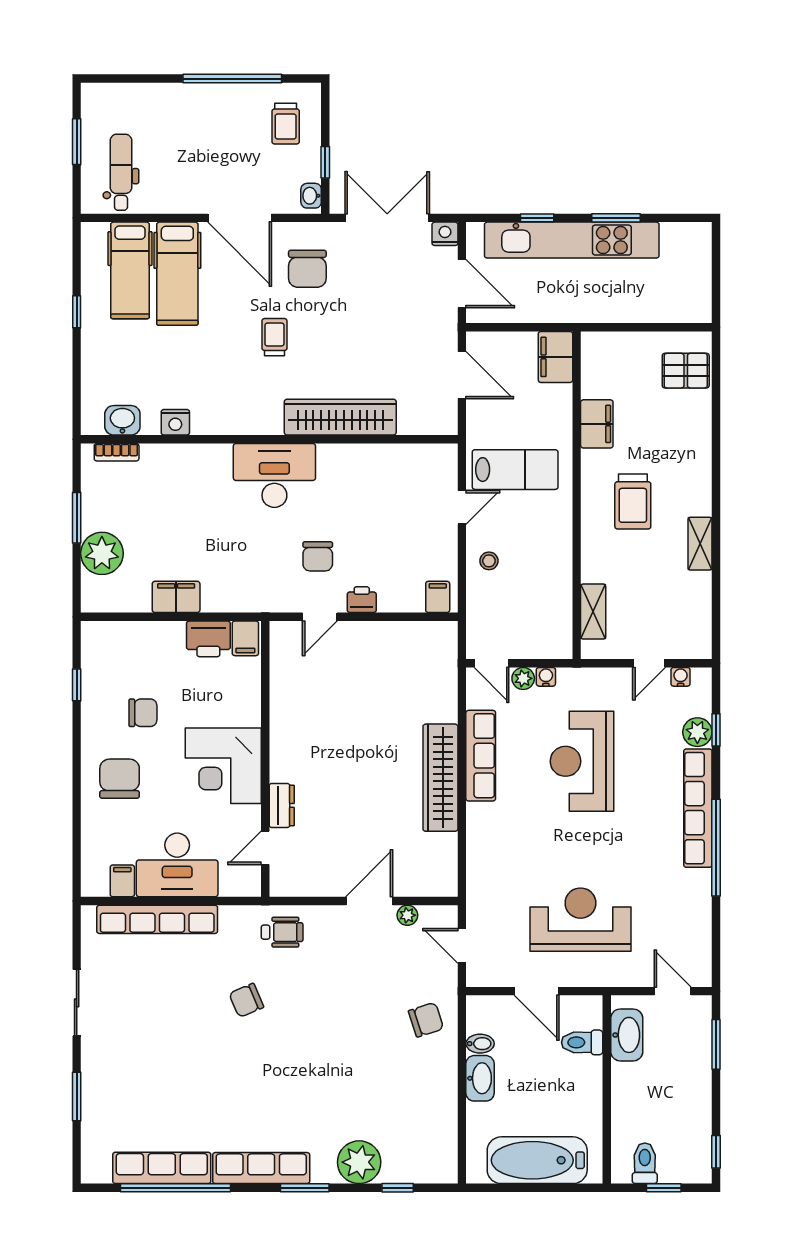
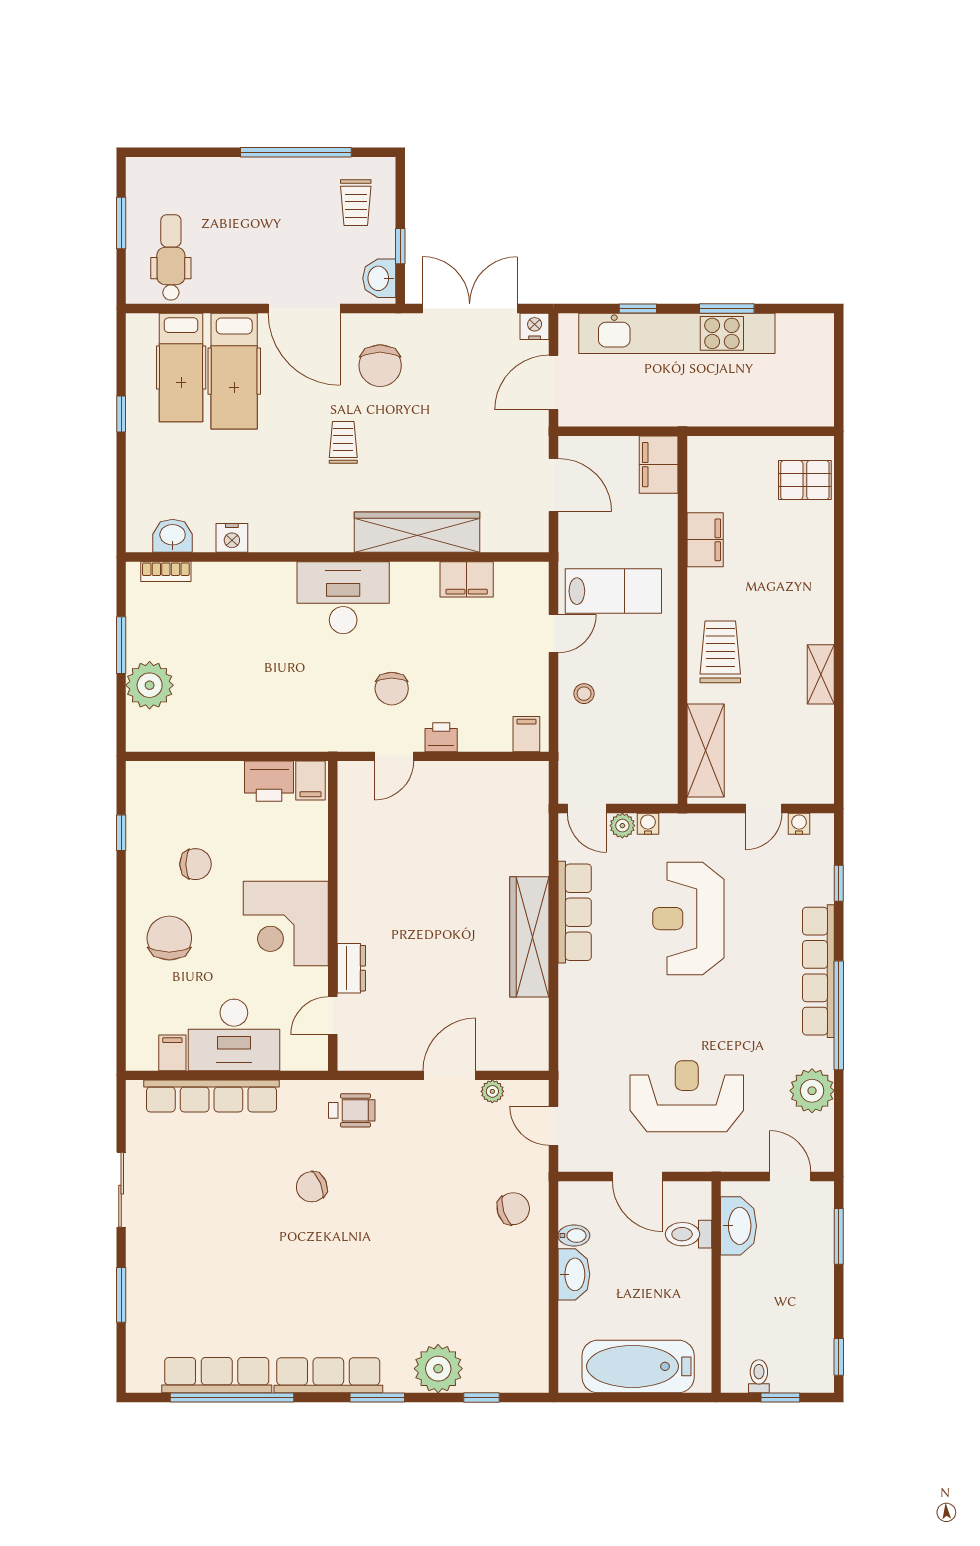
washbasin: (311, 196) -> (379, 278), width x1.38, depth x1.45
door: (462, 284) -> (554, 382), swing flipped
trolley: (633, 501) -> (720, 652), moved, turned 180
filing cabinet: (176, 597) -> (467, 579), moved, turned 180
shelving: (593, 612) -> (706, 750), width x1.50, depth x1.33
plant: (697, 732) -> (812, 1091), moved, width x1.36, depth x1.36
toilet: (645, 1163) -> (759, 1376), width x0.73, depth x0.72

